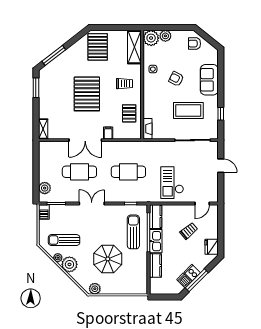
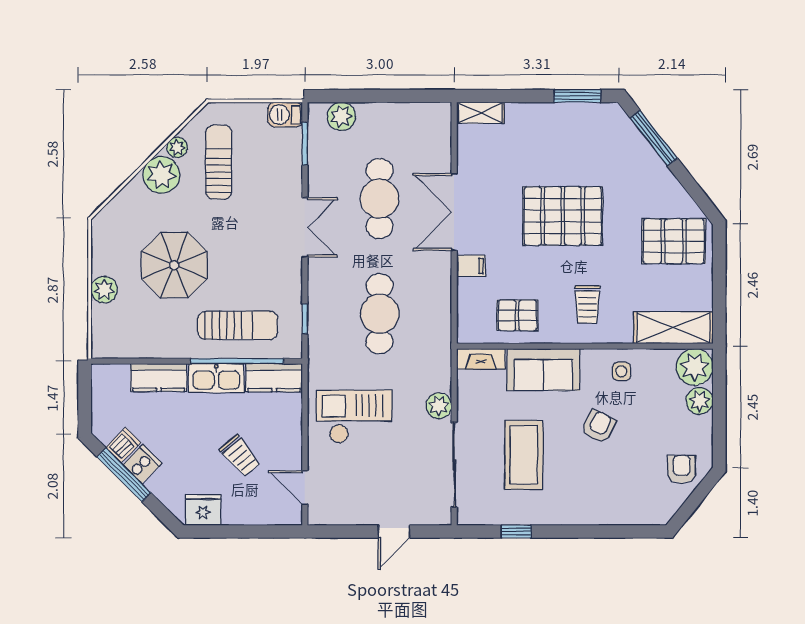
sofa: (209, 80) -> (543, 370), moved, turned 180
plant: (167, 147) -> (439, 406), added
plant: (95, 289) -> (104, 290), moved

